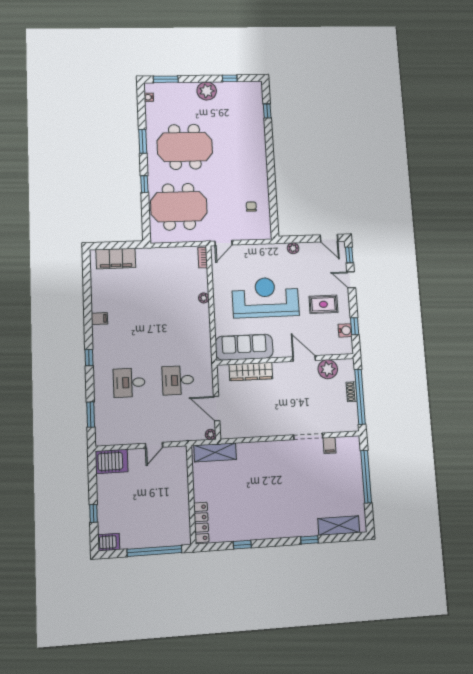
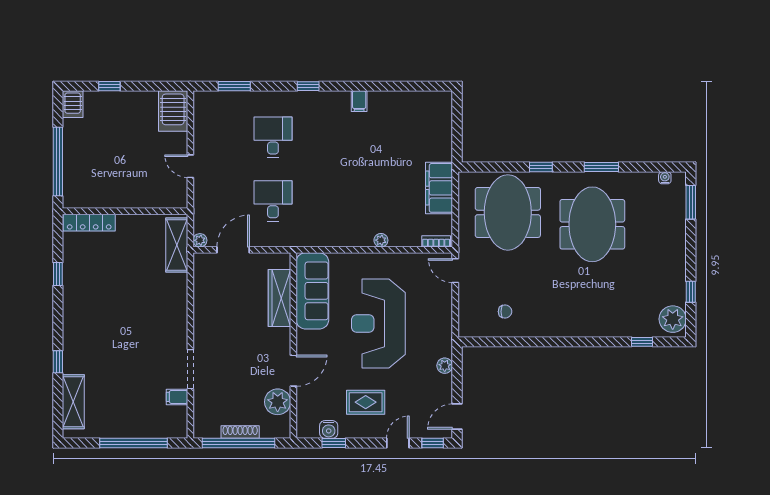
plant: (207, 91) -> (673, 319), moved
filing cabinet: (116, 259) -> (439, 188), moved
reception desk: (265, 297) -> (378, 323), turned 180
rug: (323, 304) -> (366, 402), turned 90
shoe rack: (352, 392) -> (240, 432), width x1.43

